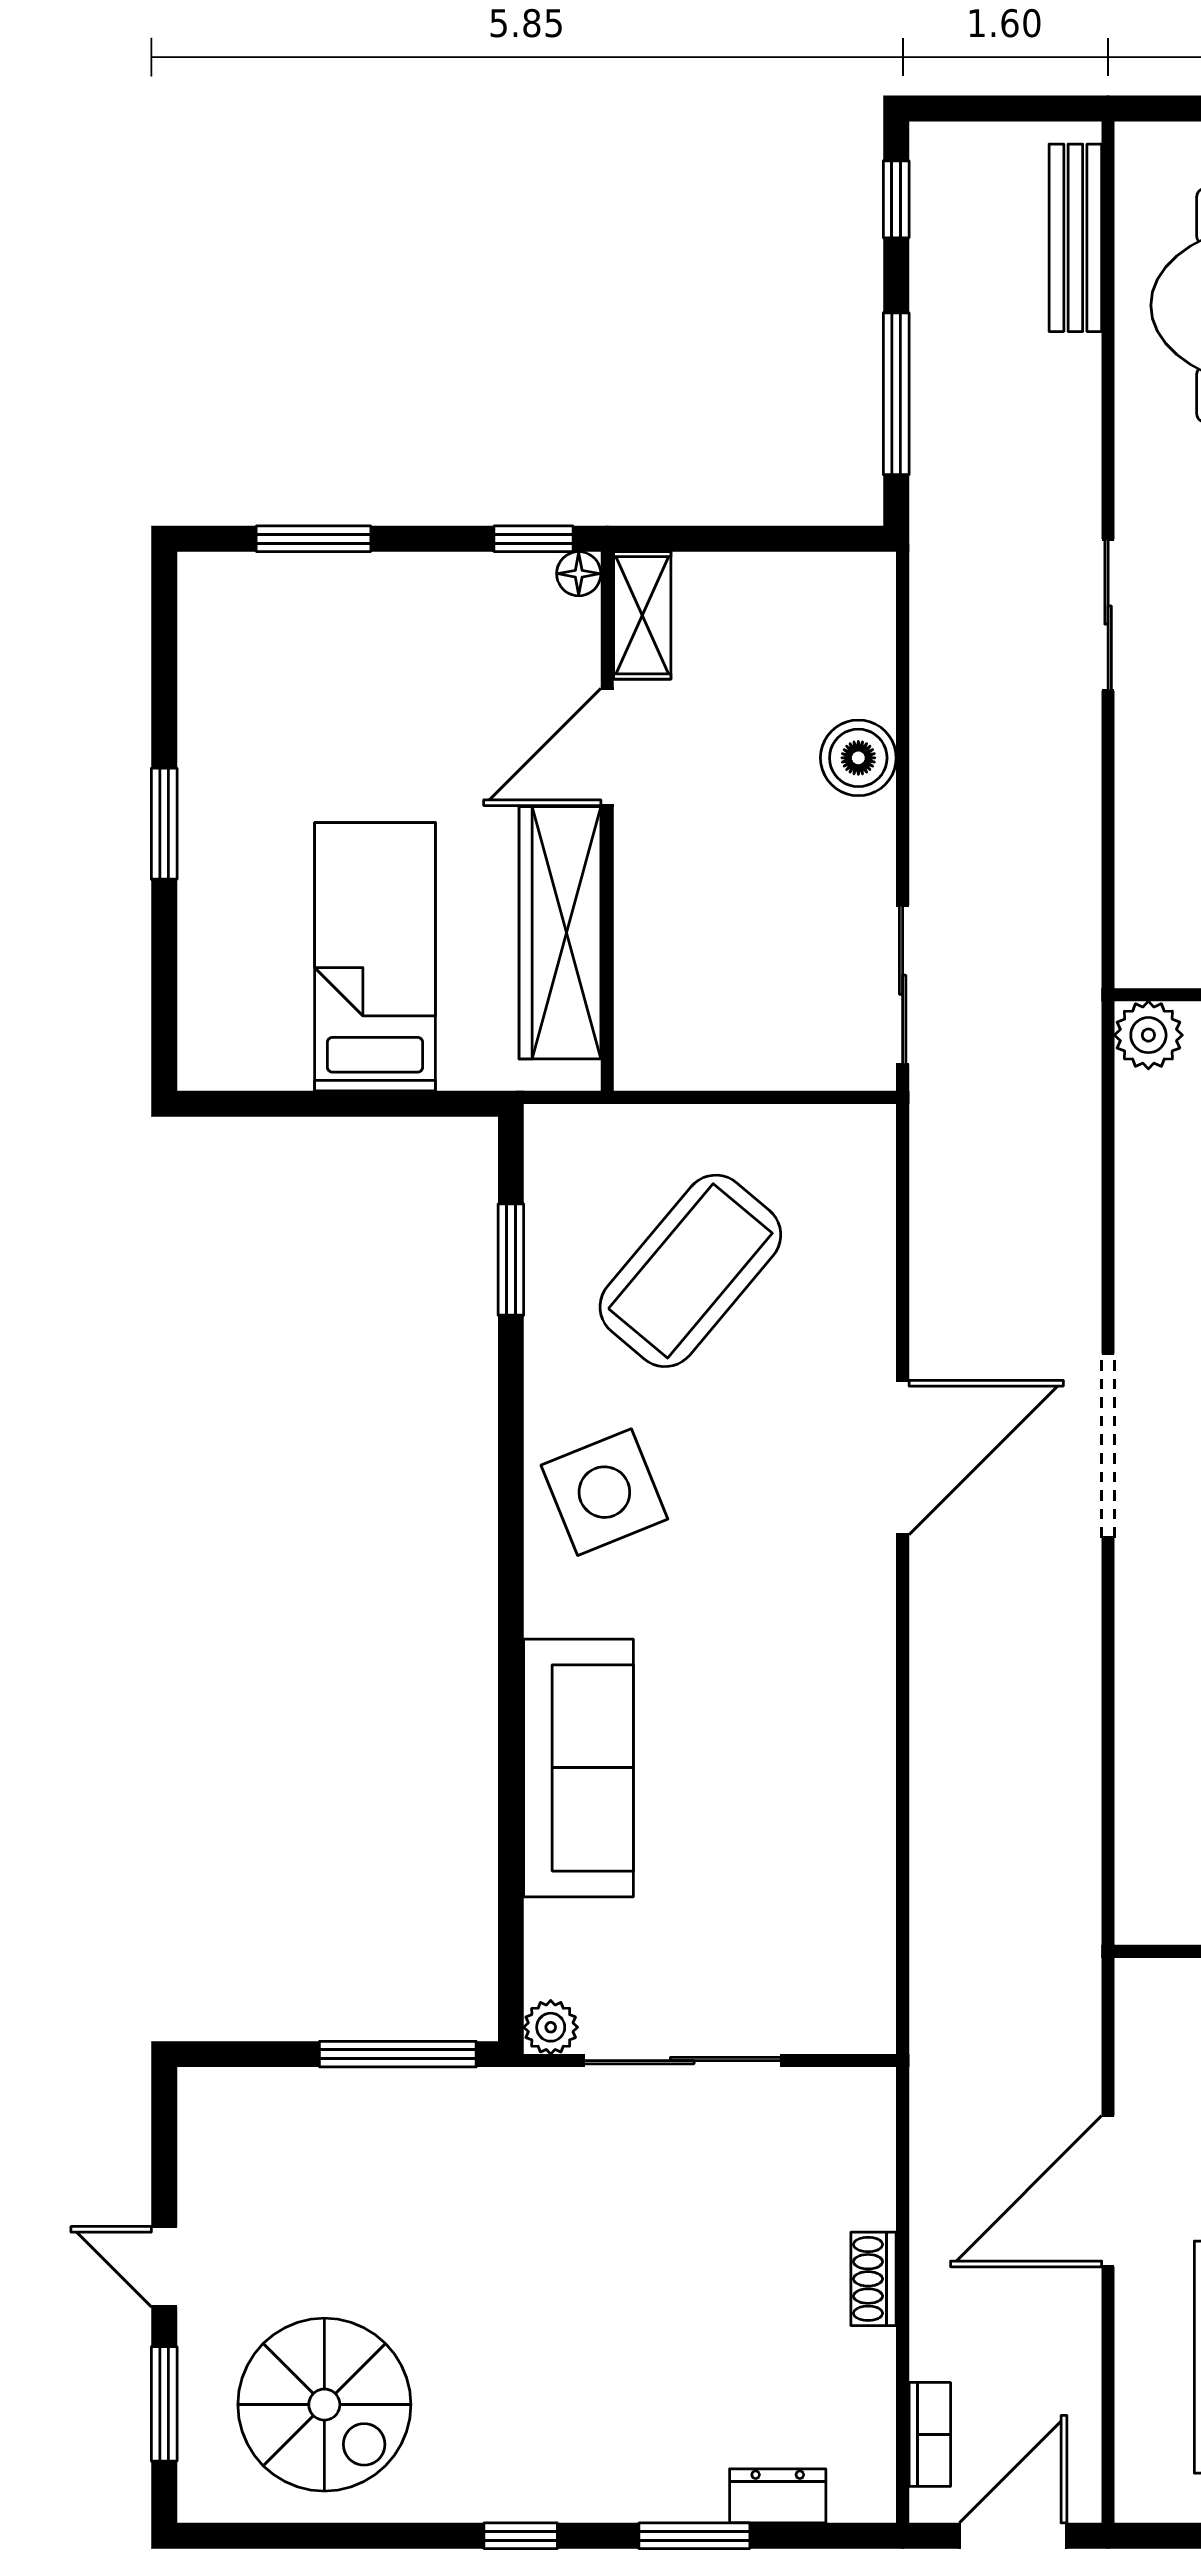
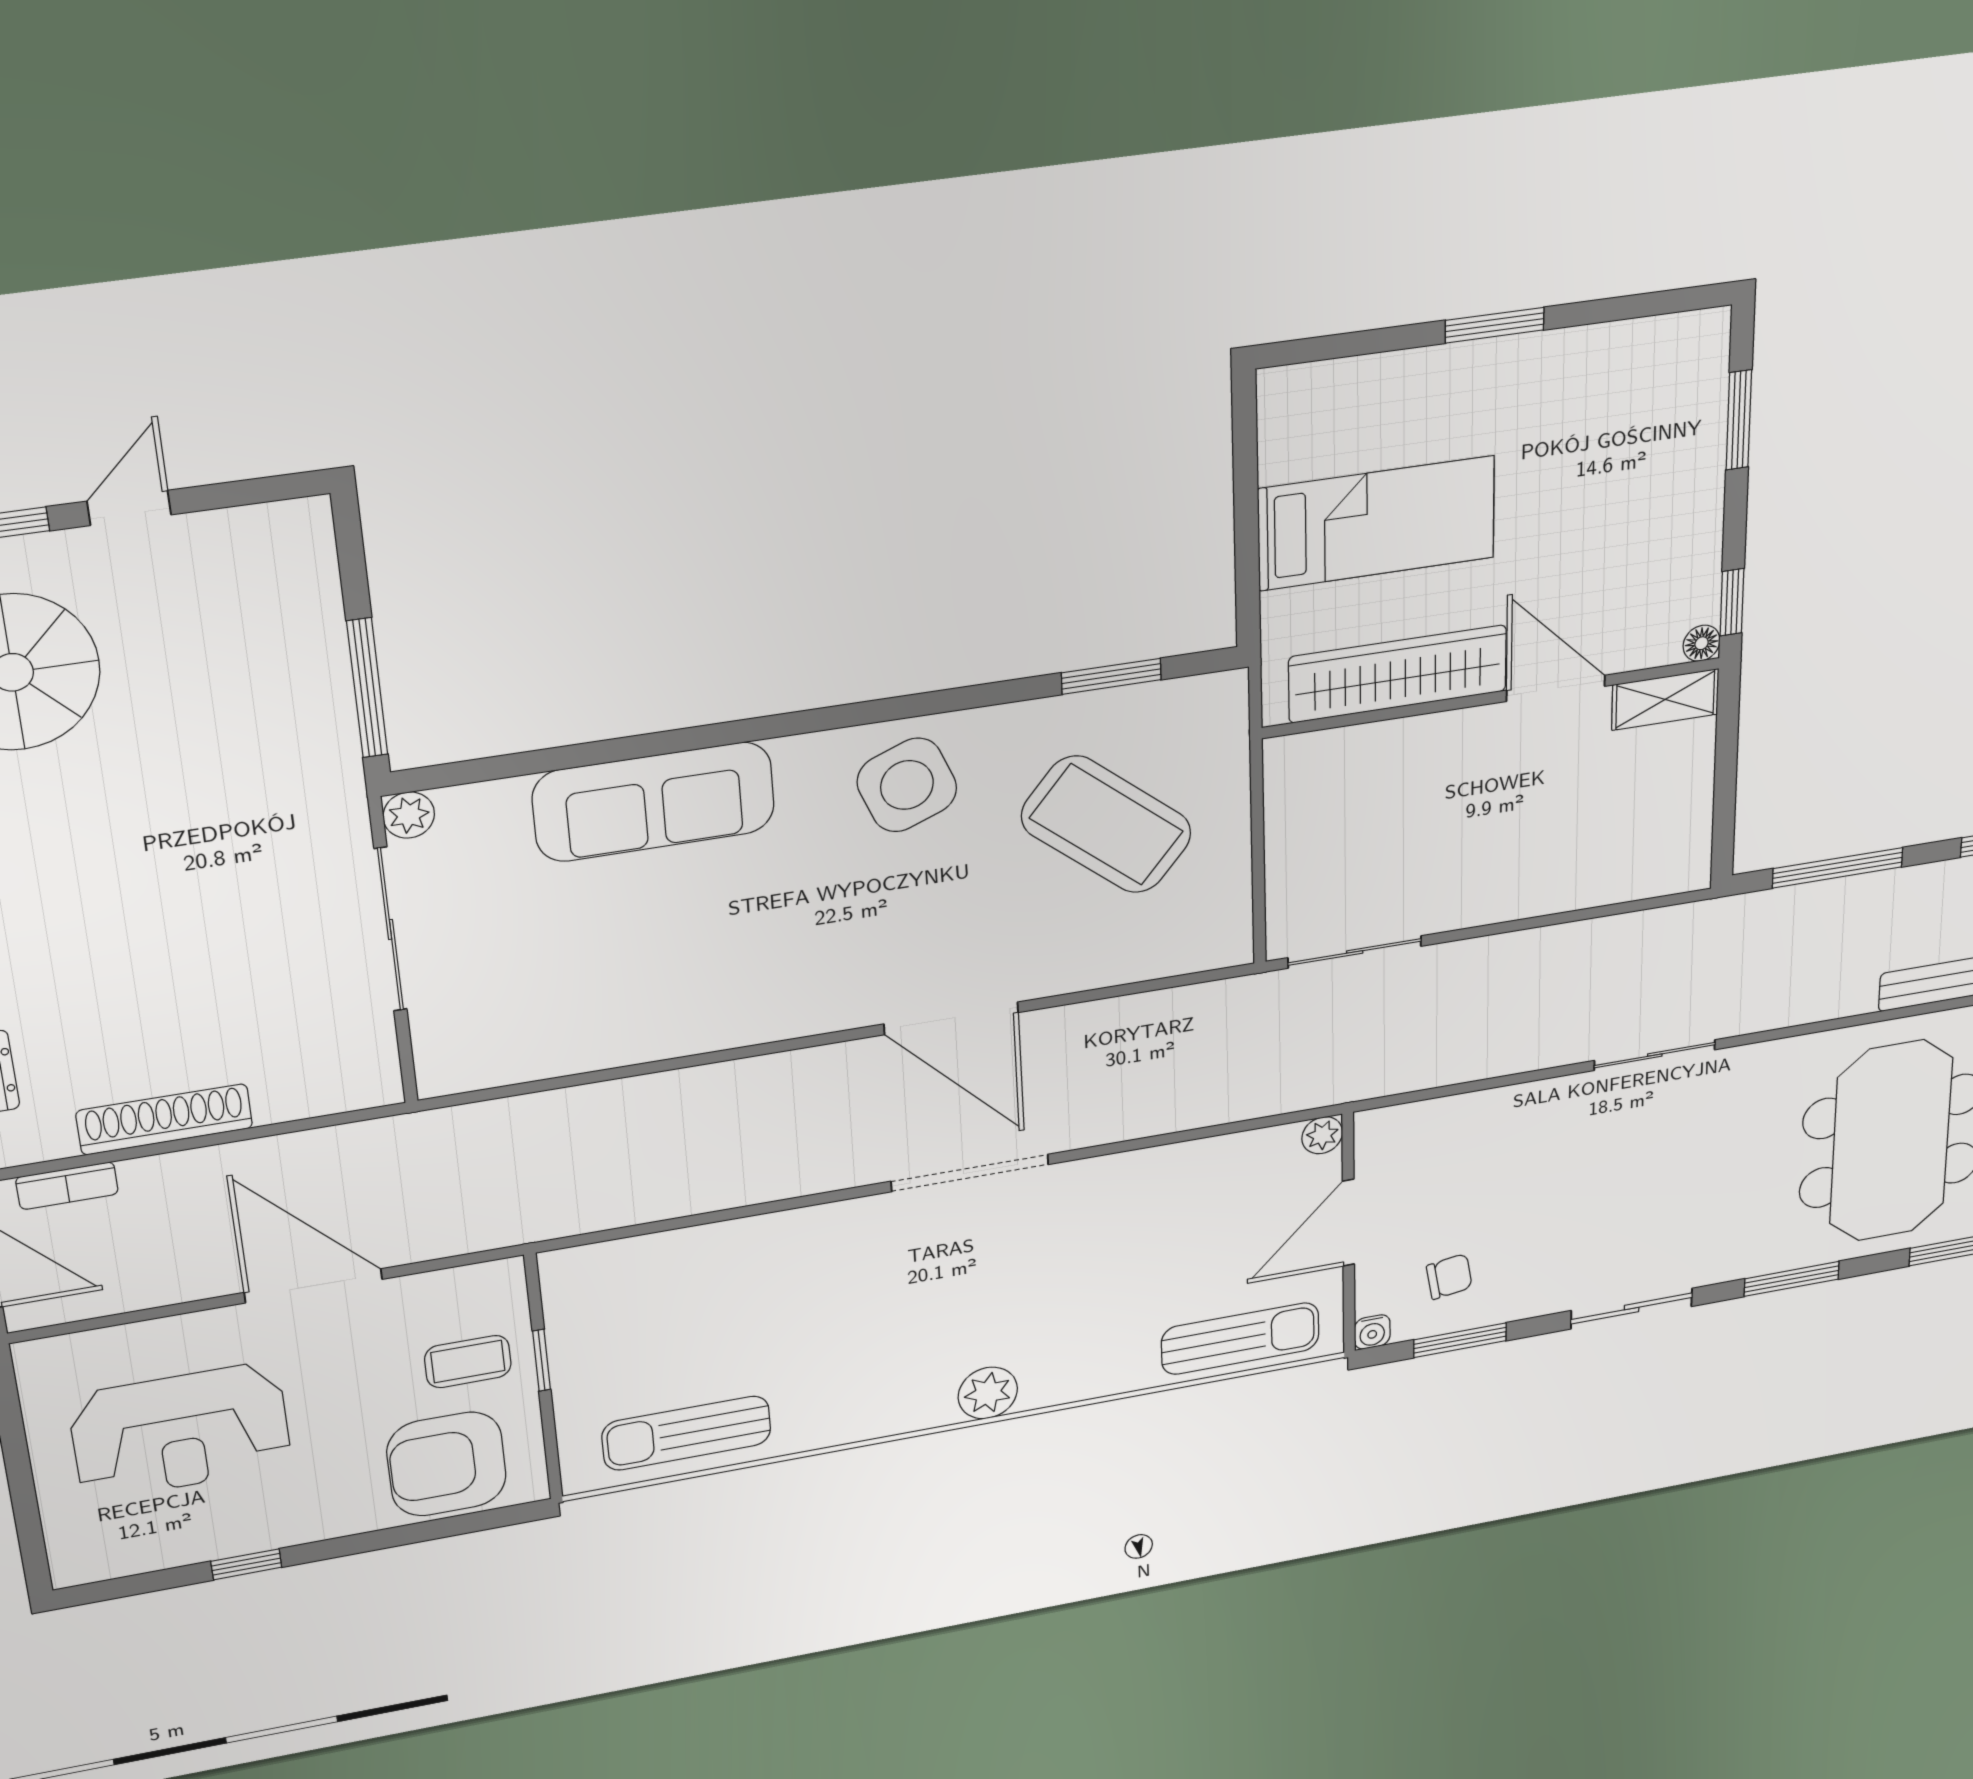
boiler: (858, 758) -> (1543, 887), removed
plant: (1148, 1035) -> (1322, 1135), width x0.73, depth x0.73
shoe rack: (873, 2279) -> (164, 1119), width x1.94, depth x1.24

